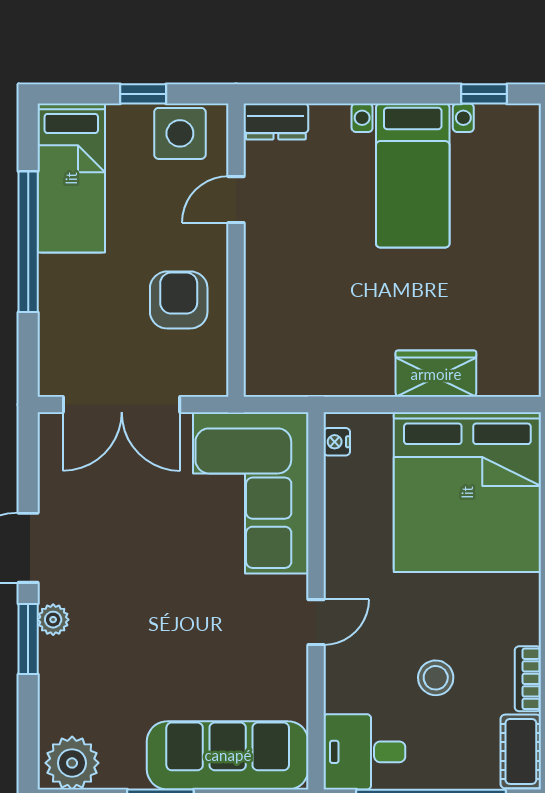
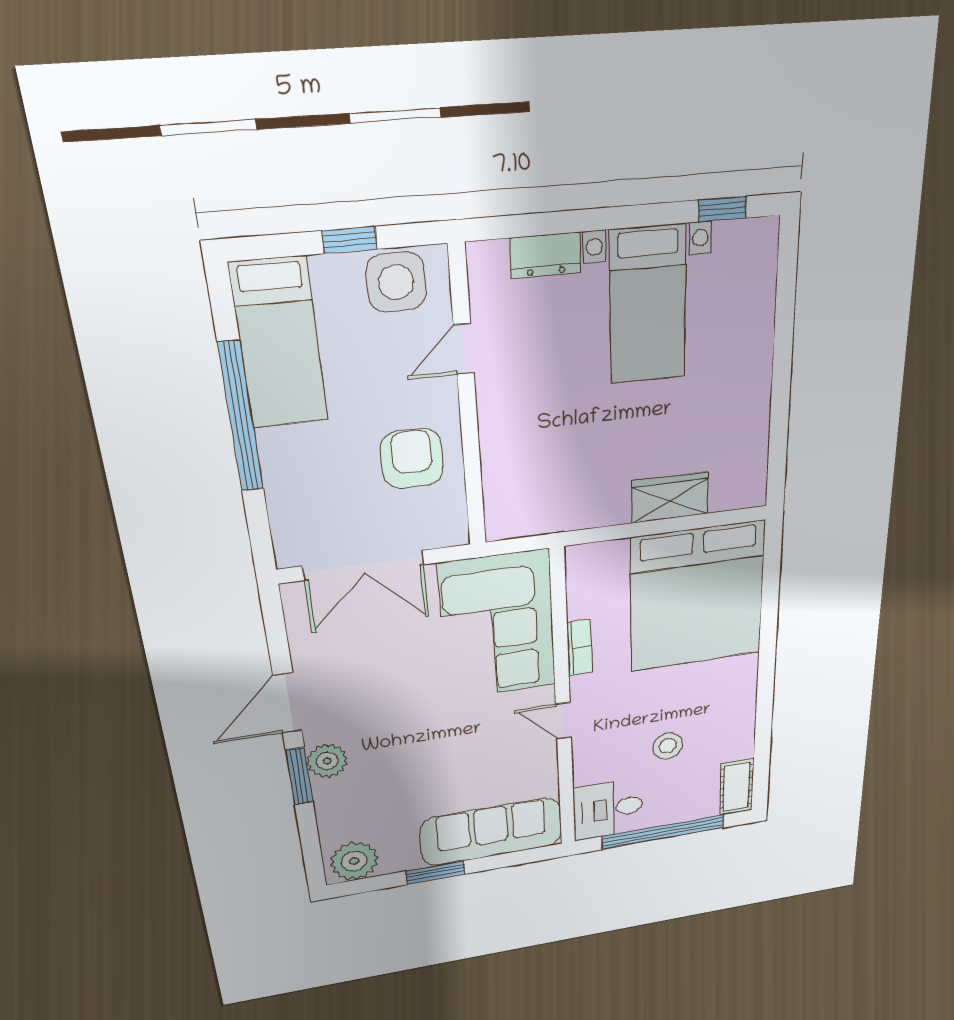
dresser: (276, 122) -> (545, 255), moved
nightstand: (337, 442) -> (577, 570), removed
plant: (53, 620) -> (327, 761), width x1.38, depth x1.38
door: (316, 622) -> (563, 721), swing flipped
bookcase: (528, 679) -> (580, 647), moved, turned 180

